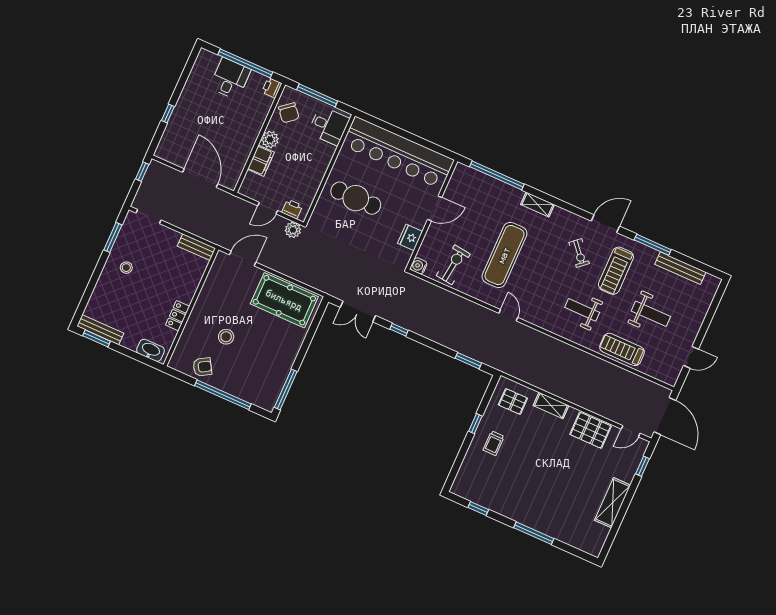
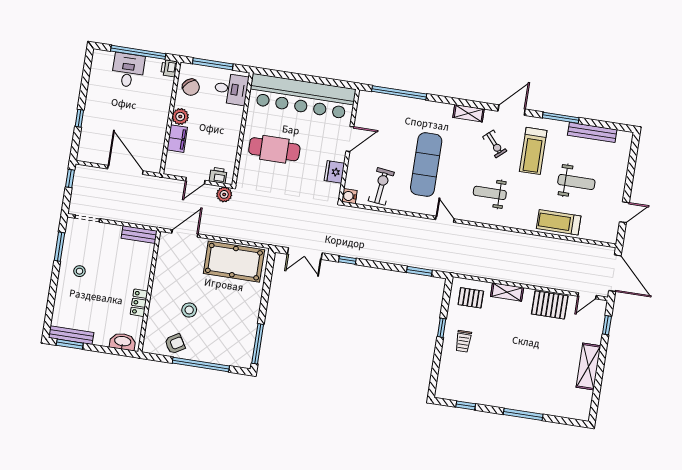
shelving: (538, 204) -> (469, 113), moved
weight bench: (582, 310) -> (490, 193), moved

